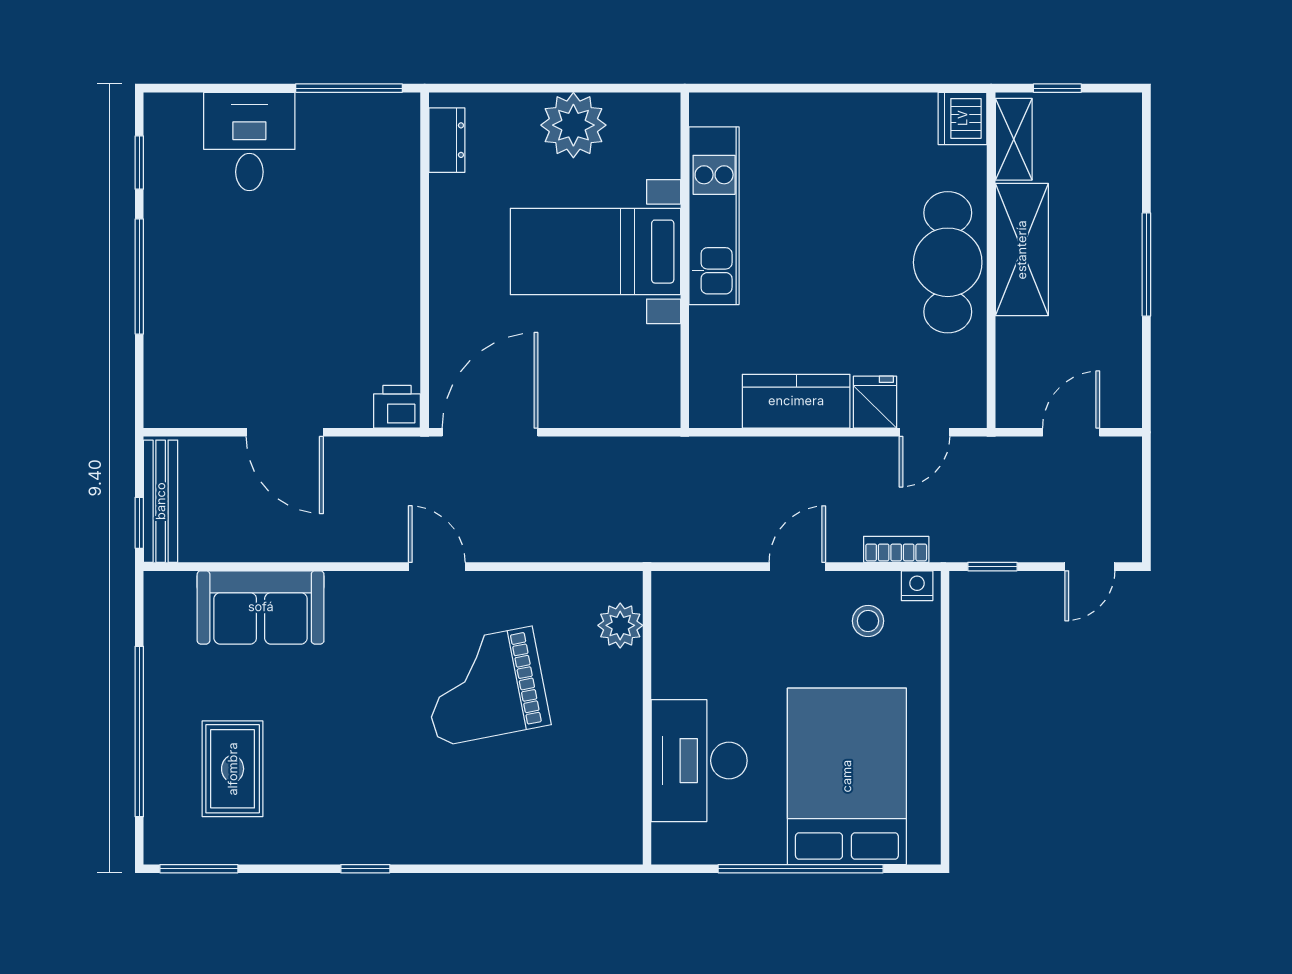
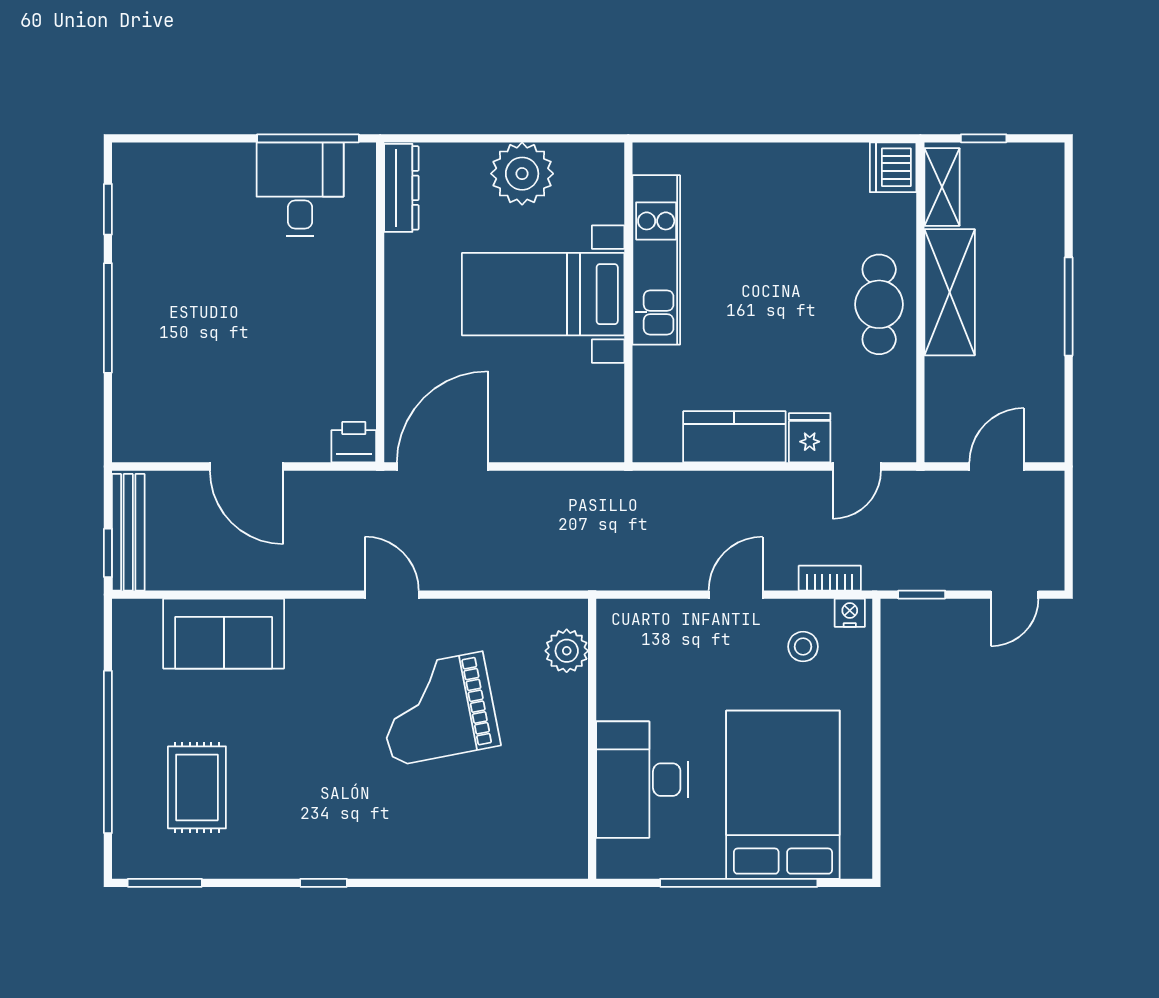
dresser: (447, 140) -> (401, 188), width x1.44
desk: (249, 142) -> (300, 189), moved
cafe table: (948, 262) -> (879, 304), width x0.73, depth x0.74

